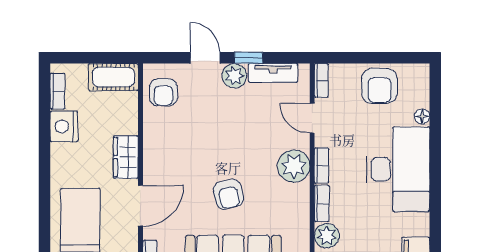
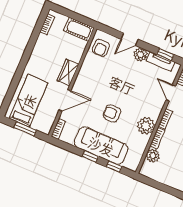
door: (205, 58) -> (130, 39), swing flipped
window: (248, 58) -> (165, 54), moved
nightstand: (64, 126) -> (43, 44), removed
plant: (294, 166) -> (146, 126), moved
armchair: (228, 194) -> (112, 113), turned 102

